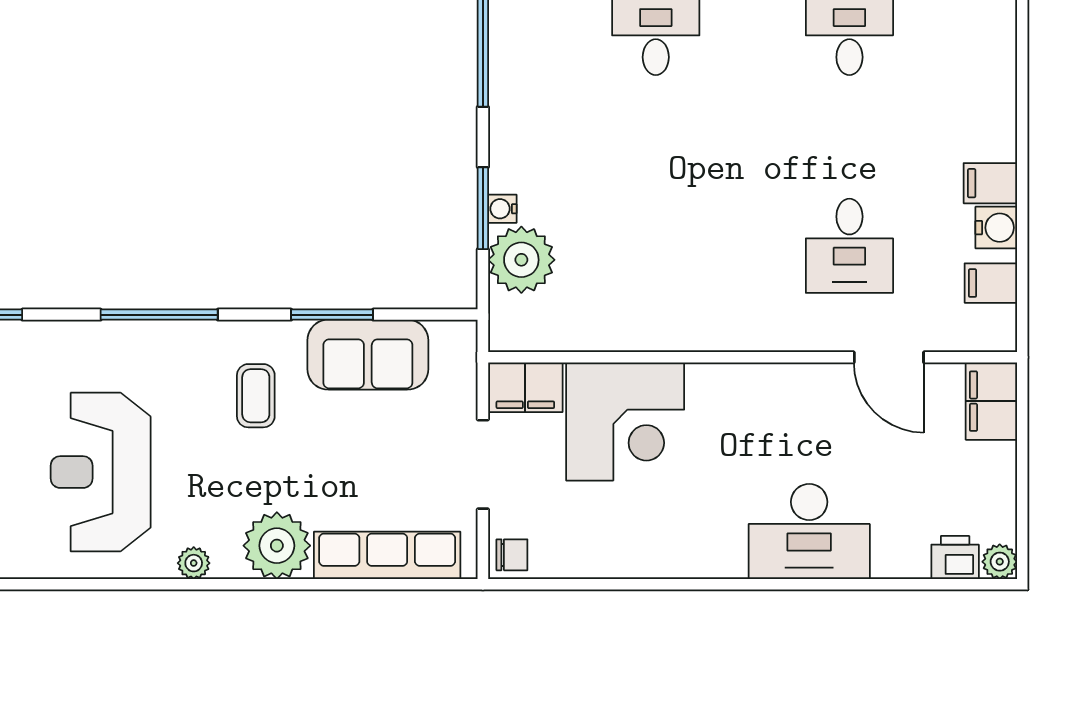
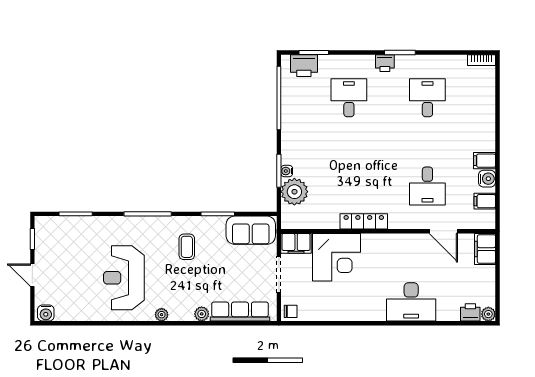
locker: (692, 333) -> (364, 221), added
sofa: (368, 355) -> (251, 230), moved
plant: (277, 546) -> (202, 314), width x0.53, depth x0.53

